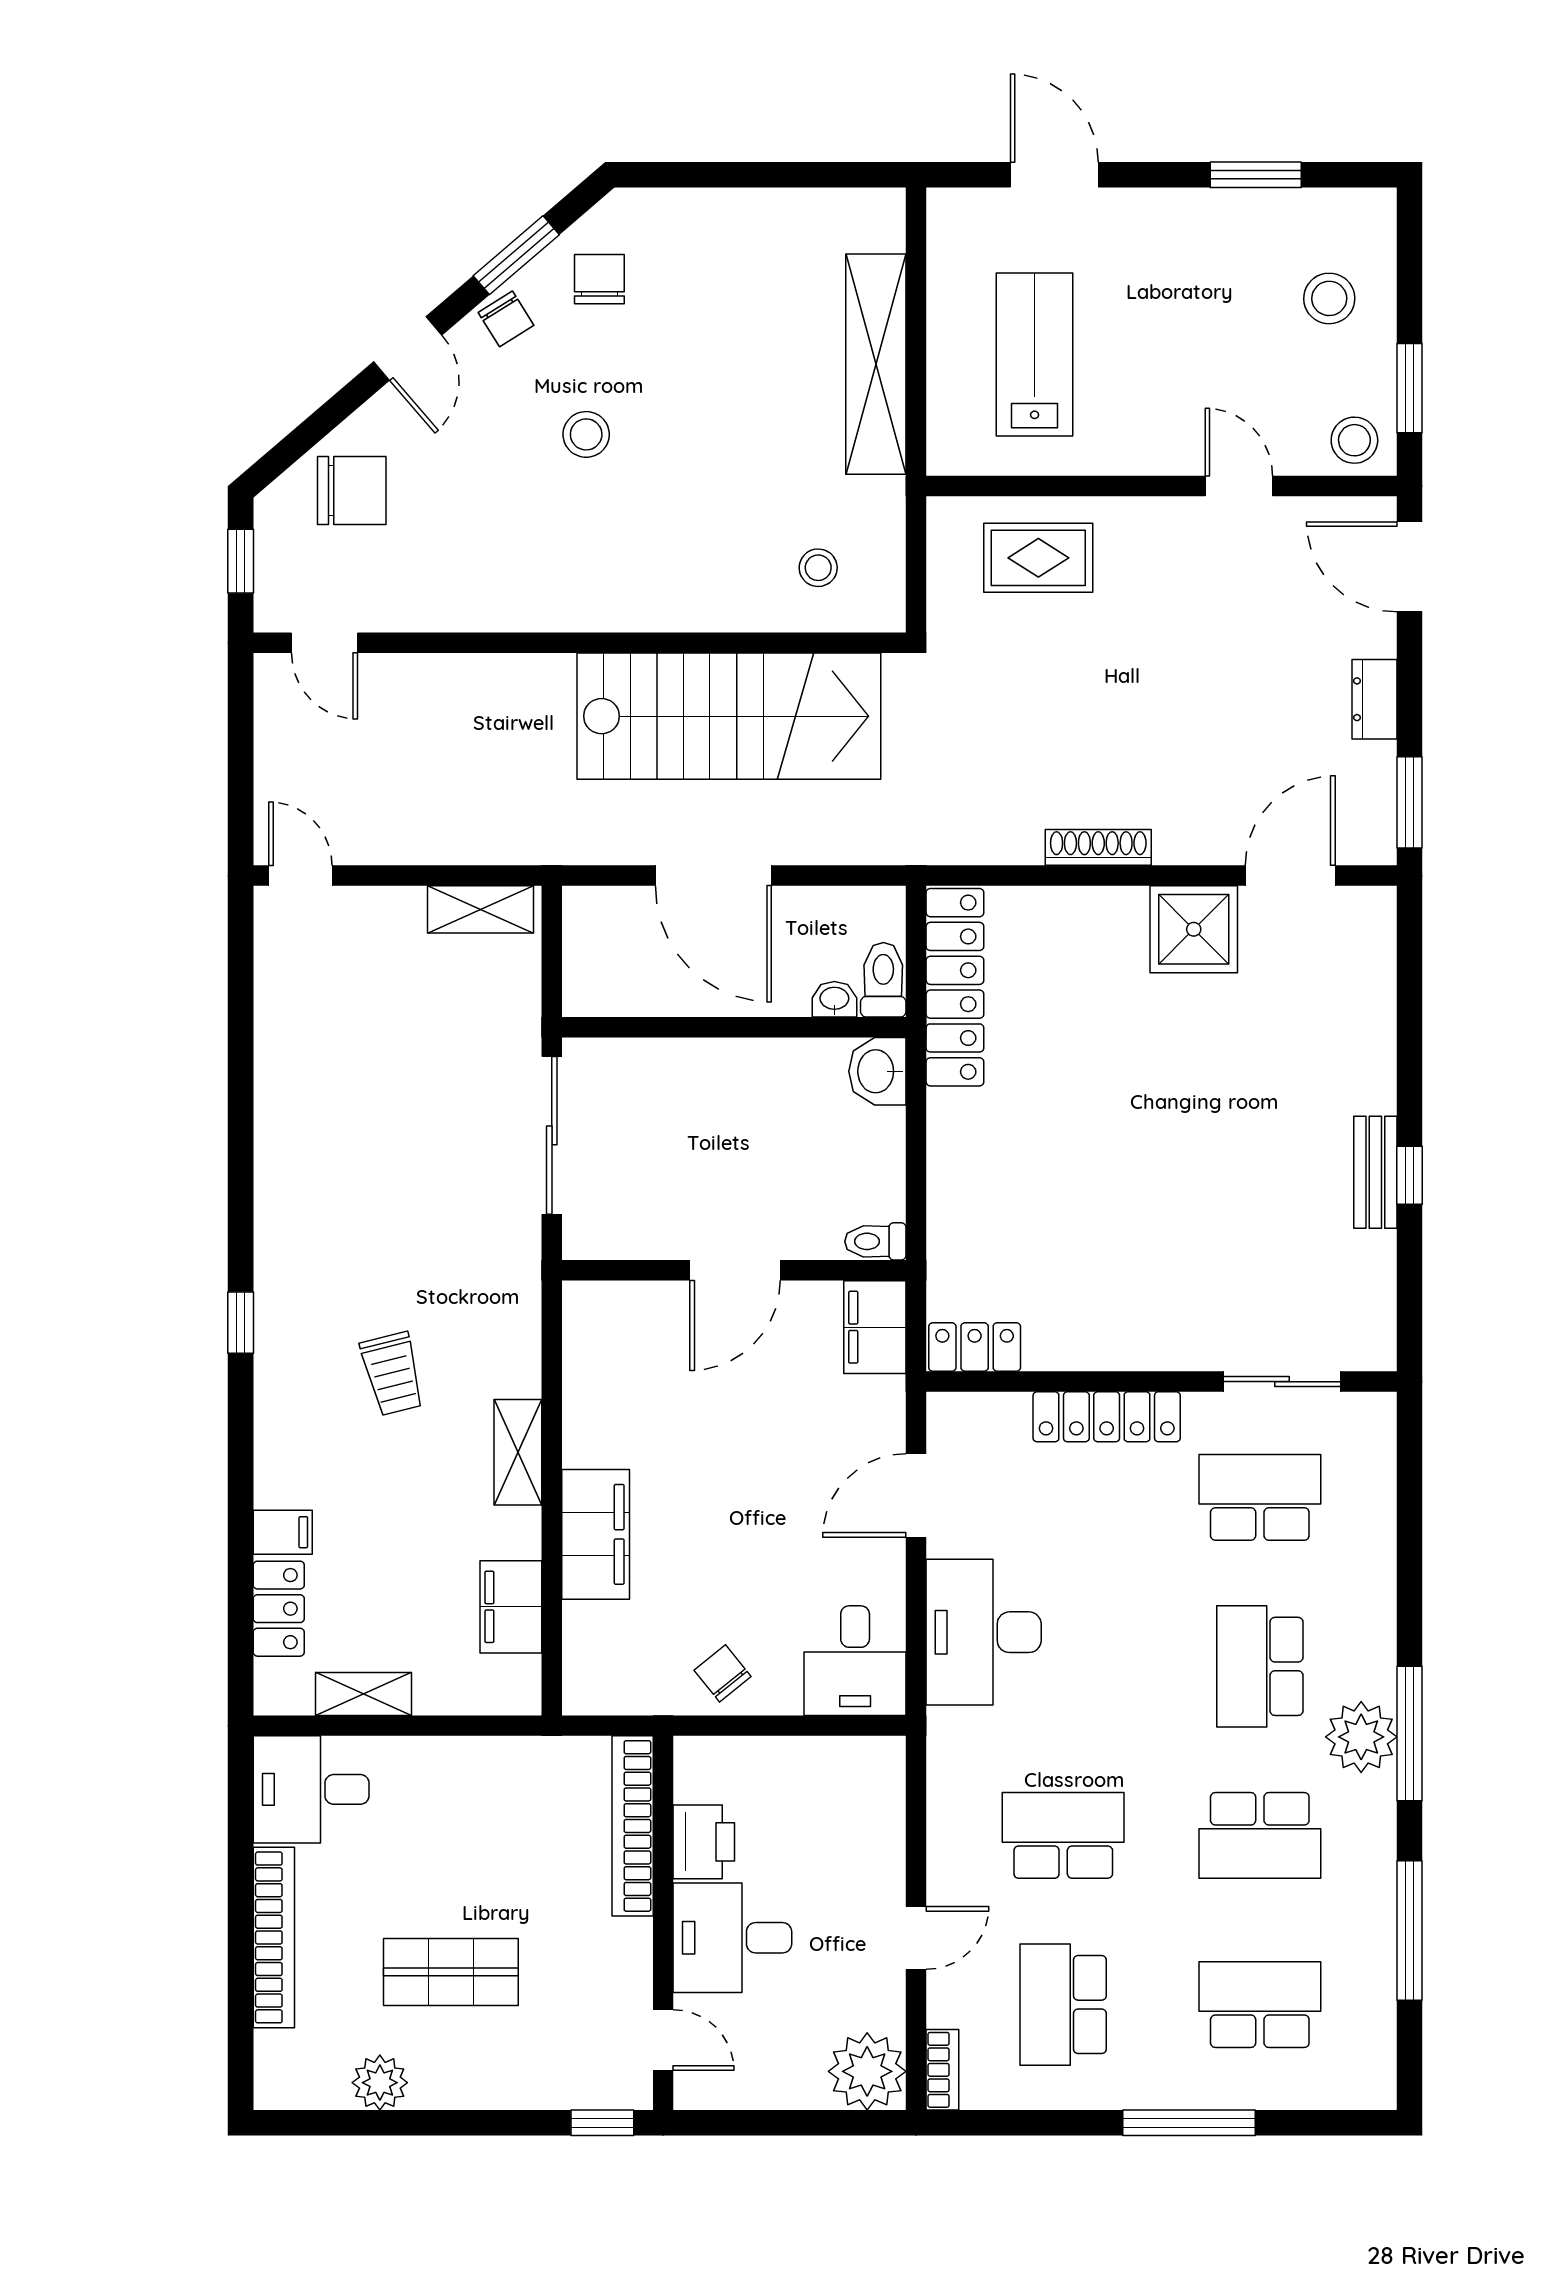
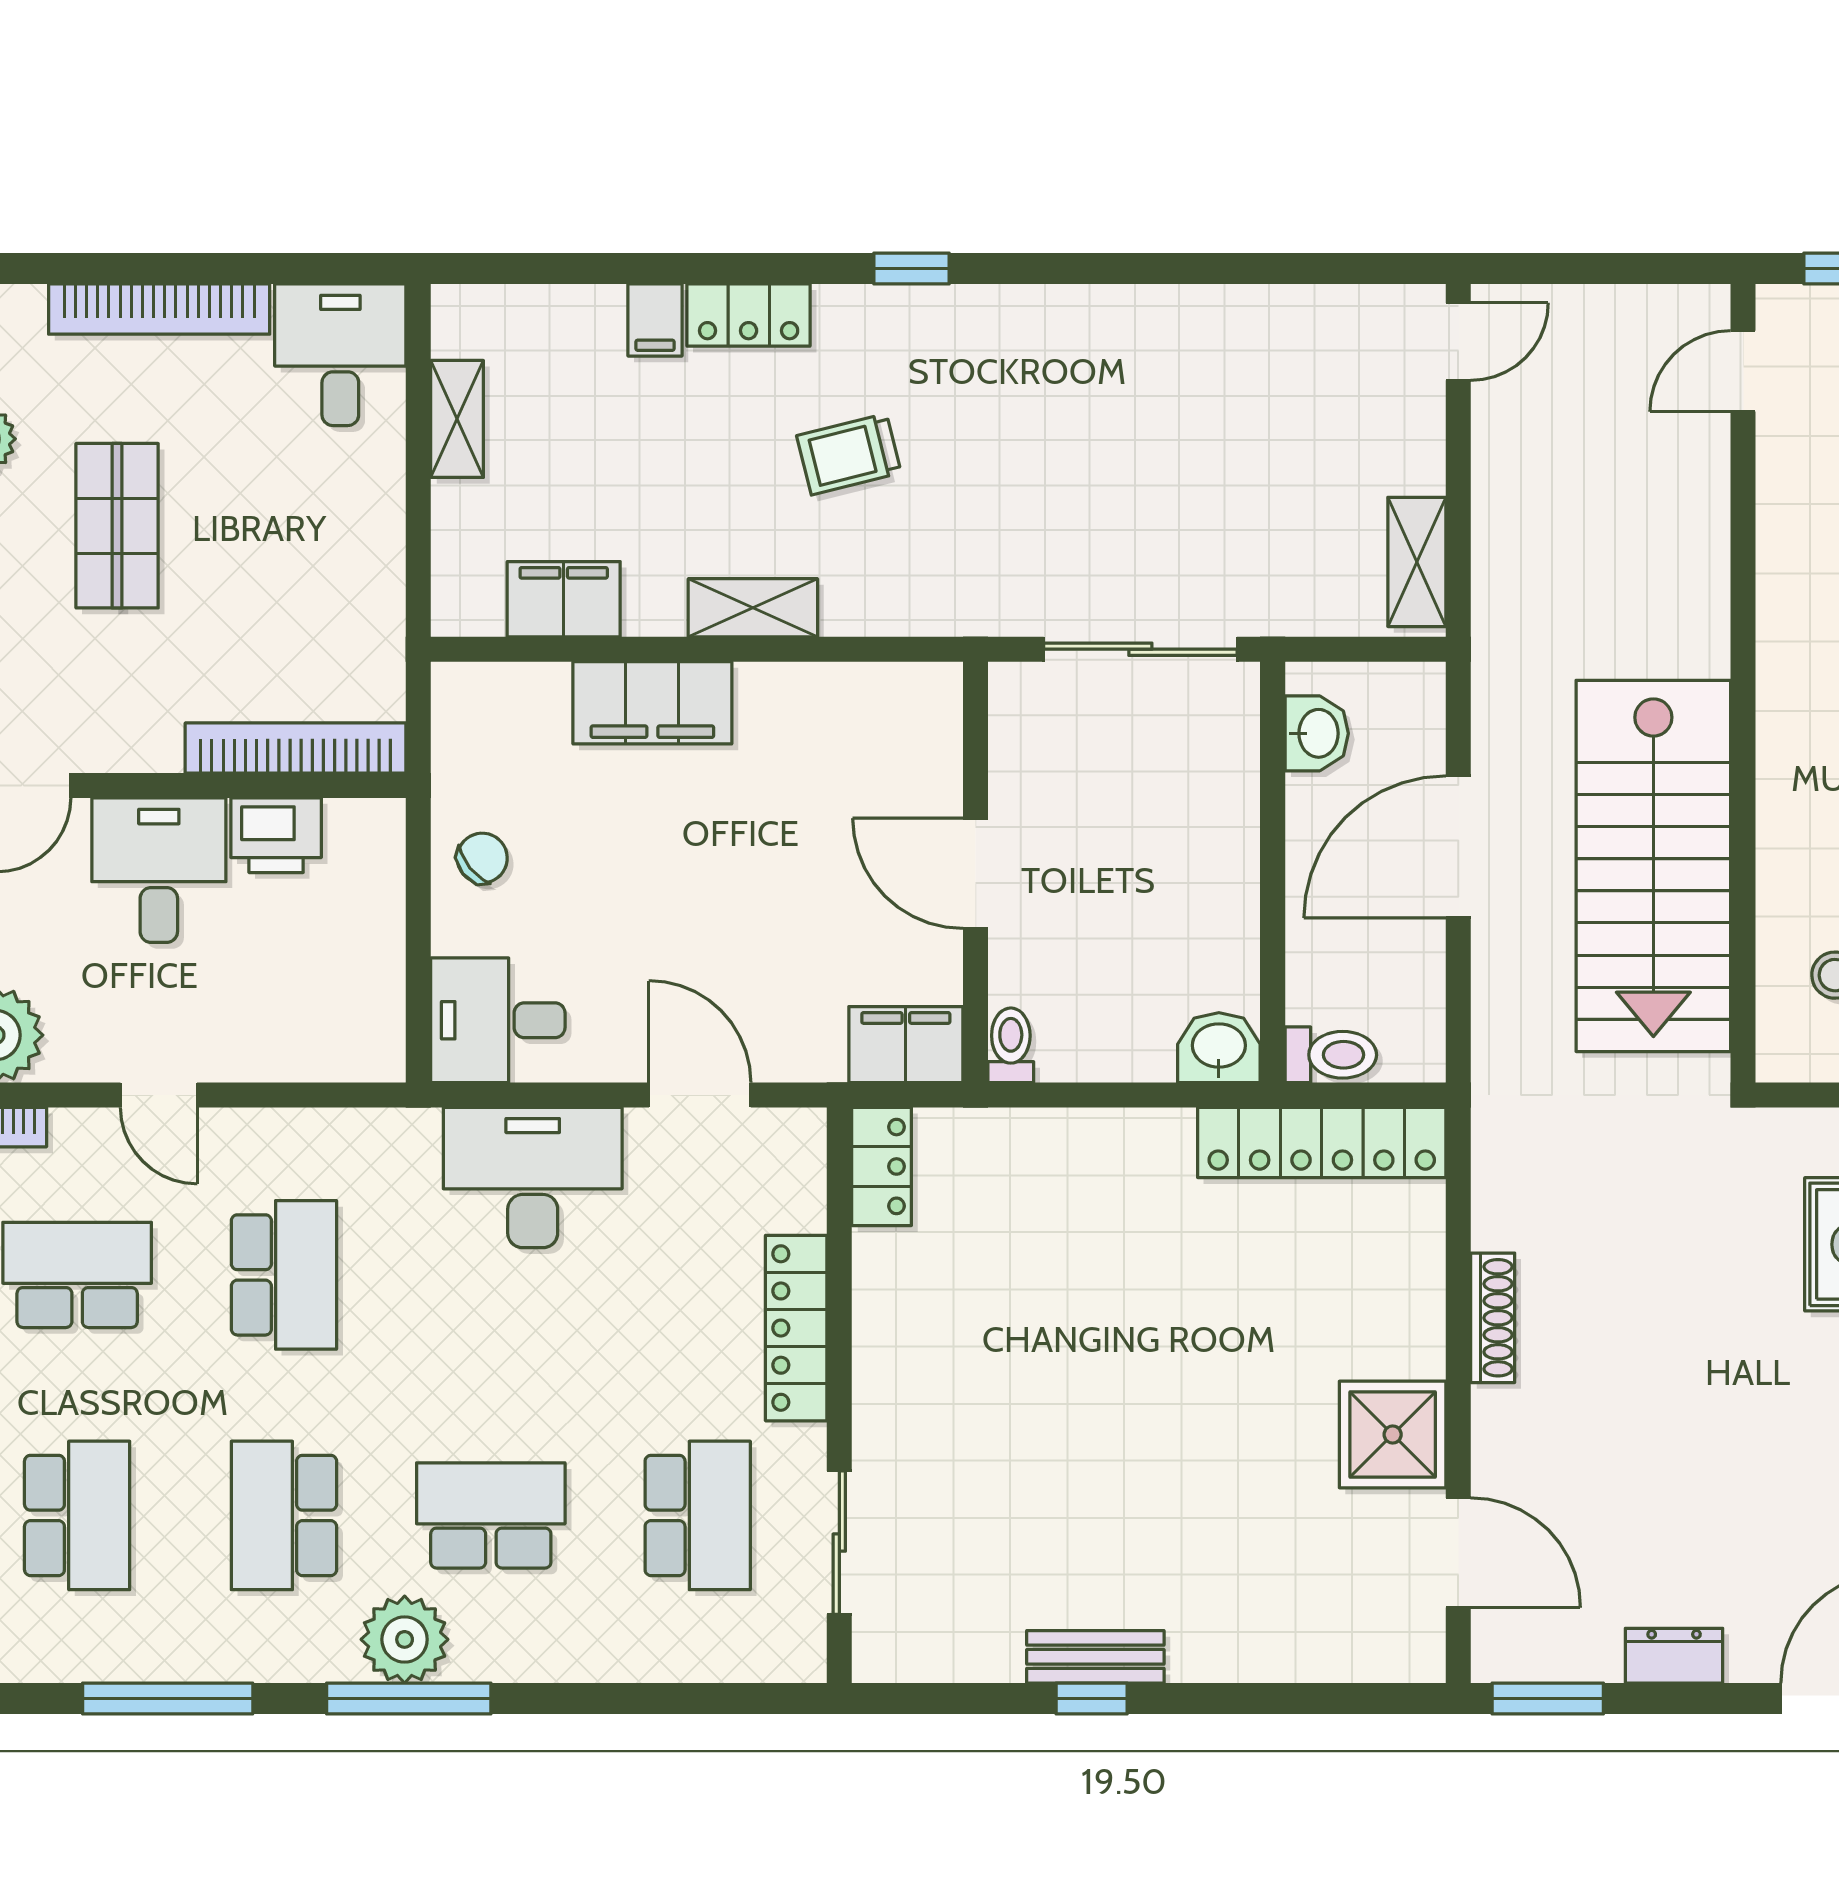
washbasin: (834, 999) -> (1317, 733), moved, width x1.38, depth x1.45
locker: (279, 1609) -> (749, 315), moved

